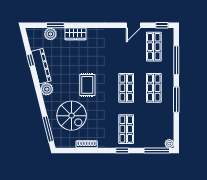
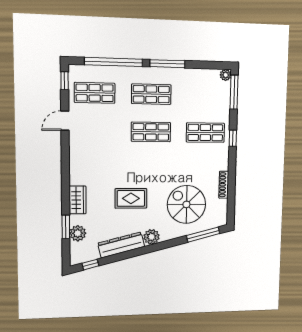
door: (133, 25) -> (65, 121), swing flipped
window: (31, 60) -> (90, 265), moved
window: (176, 60) -> (114, 62), width x1.46
rug: (87, 85) -> (131, 198), moved
spiral stairs: (72, 116) -> (186, 204), turned -90

